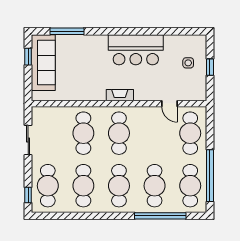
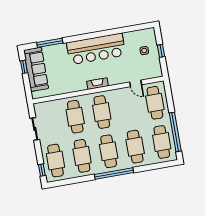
bar counter: (136, 50) -> (96, 49), width x1.36
window: (160, 216) -> (114, 174), moved

